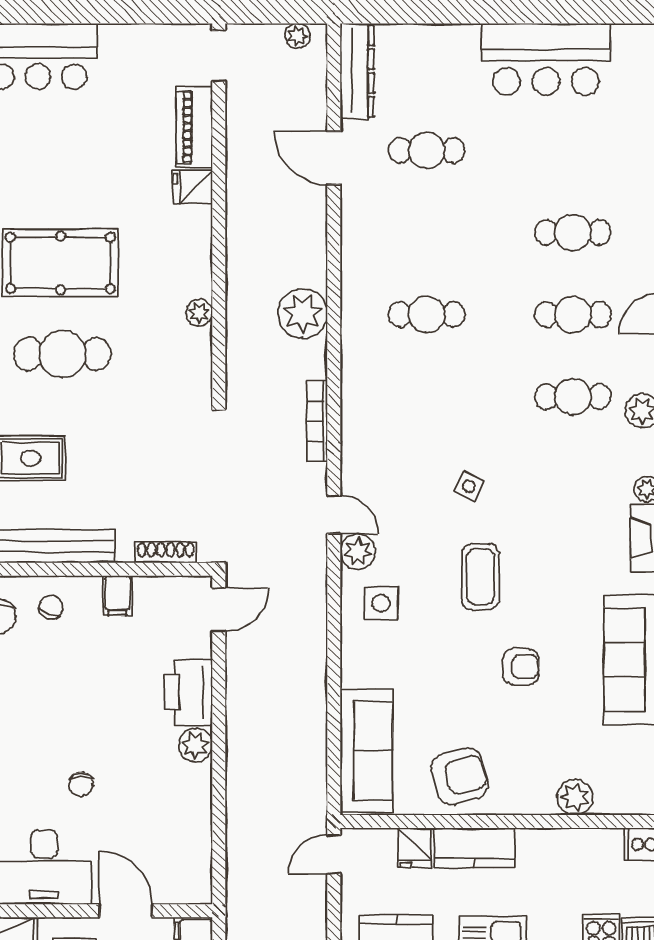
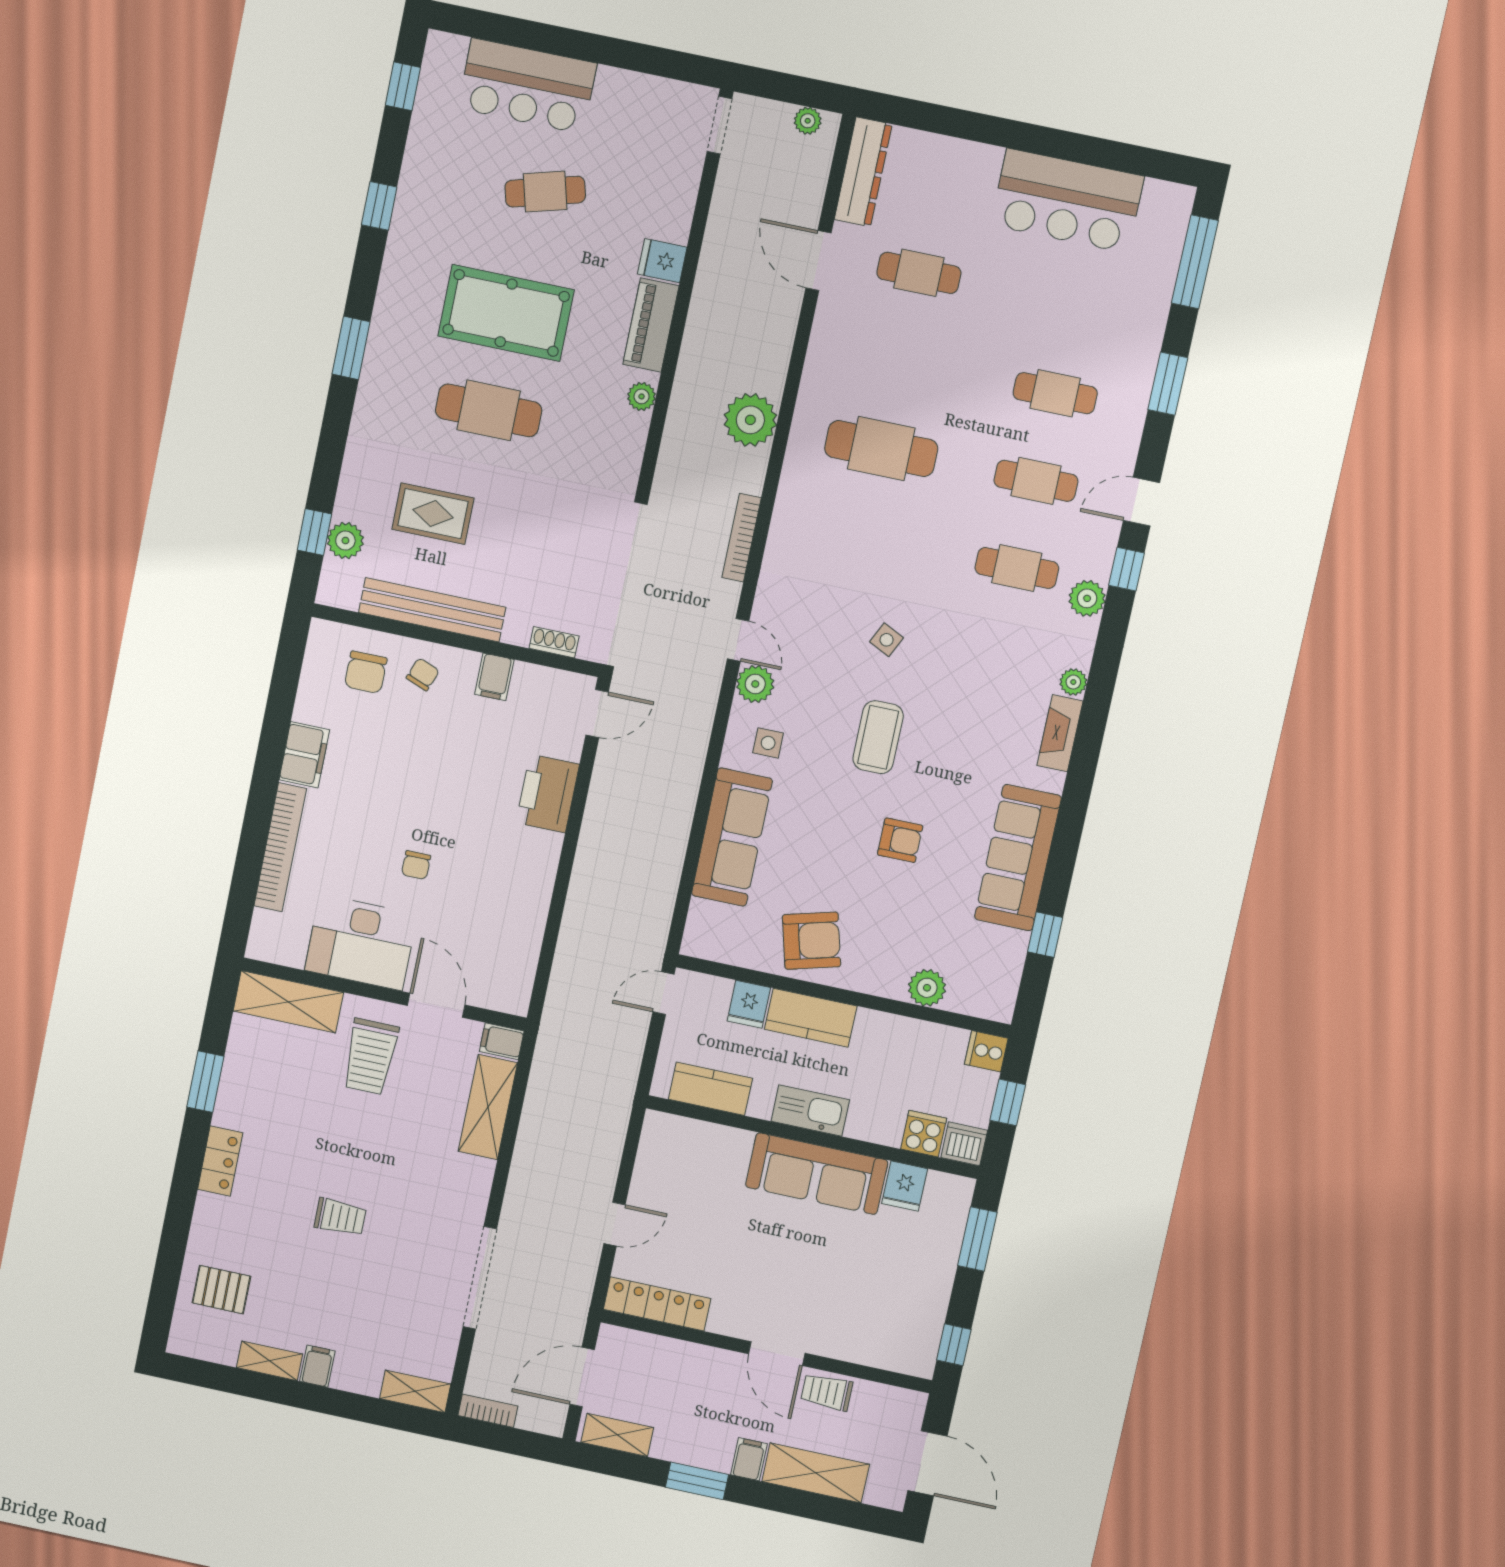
piano: (194, 127) -> (651, 325), moved
cafe table: (73, 147) -> (545, 192), added
cafe table: (427, 315) -> (881, 448), width x1.37, depth x1.35
shoe rack: (166, 552) -> (554, 642), width x0.70
side table: (381, 603) -> (768, 743), width x0.73, depth x0.73
plant: (195, 745) -> (543, 850), removed
sofa: (366, 751) -> (732, 837), moved

